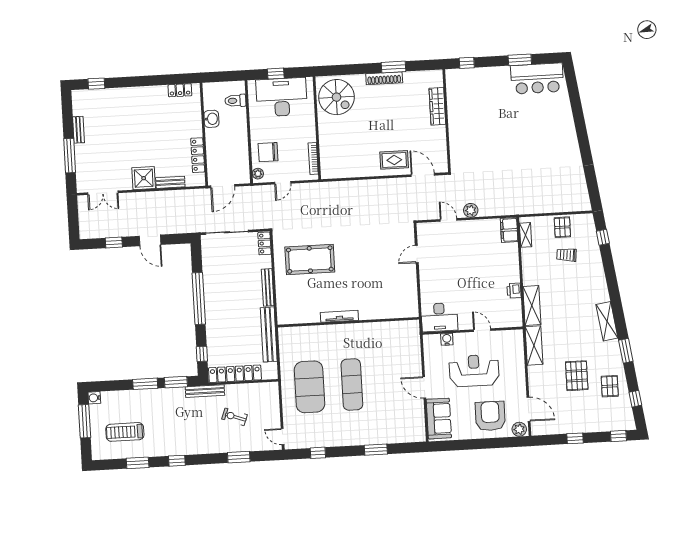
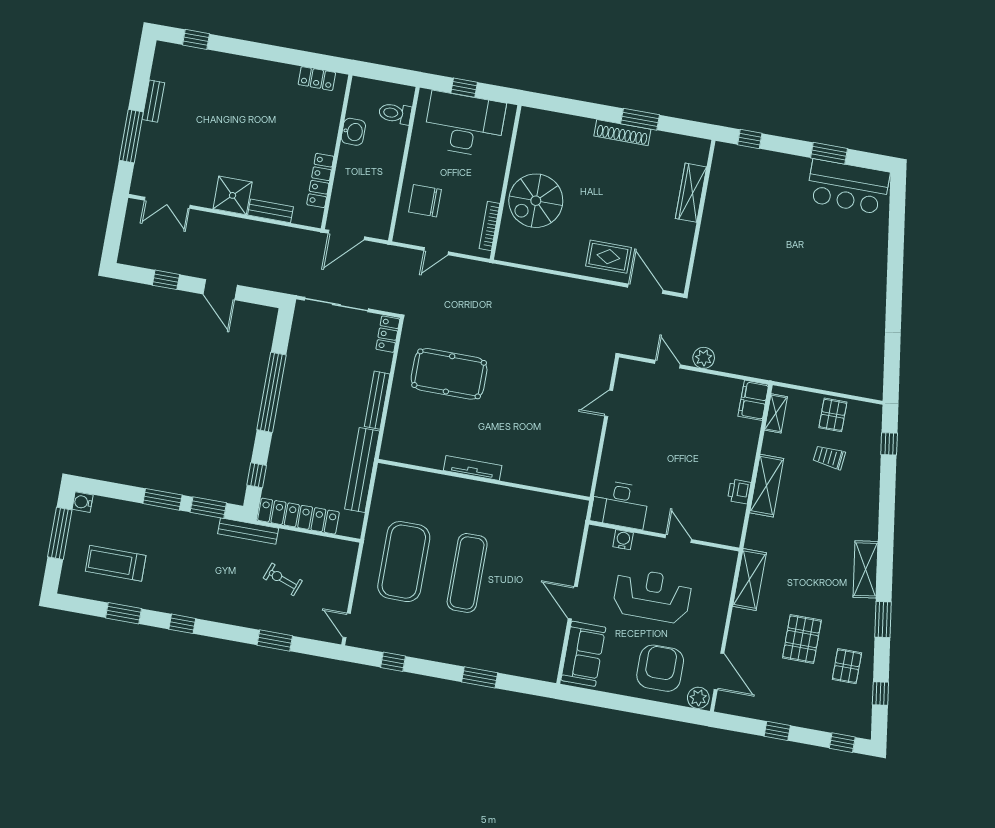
spiral stairs: (336, 97) -> (536, 201), moved, turned 90
plant: (258, 174) -> (403, 229), removed
shelving: (532, 305) -> (767, 486), moved

